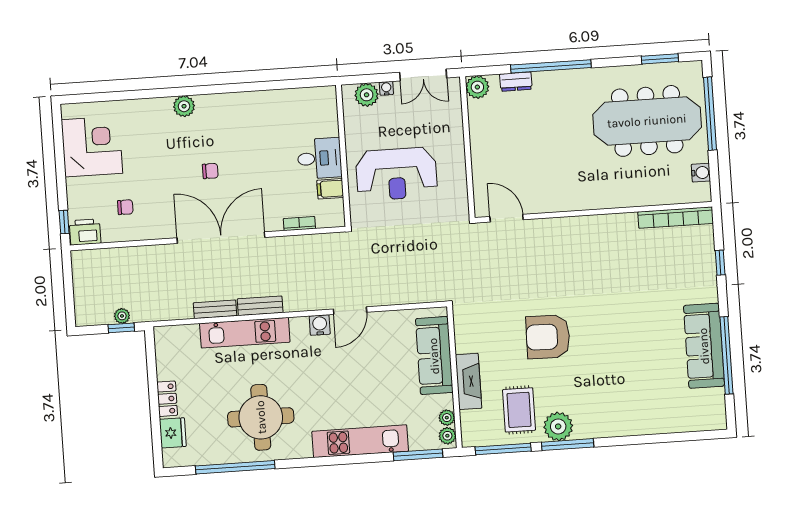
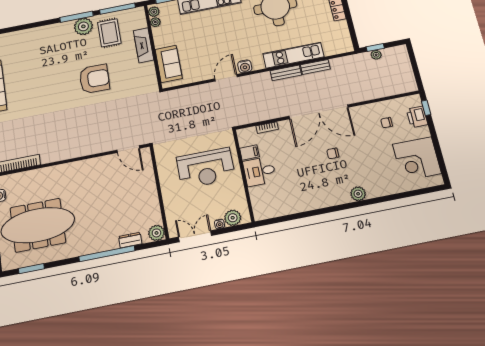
reception desk: (396, 174) -> (206, 168), turned 180
printer: (85, 232) -> (417, 117), moved, turned 90
sofa: (434, 356) -> (169, 64), width x0.73

